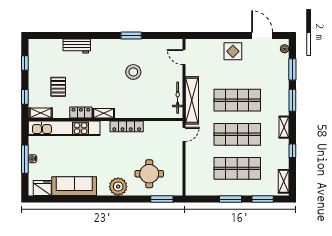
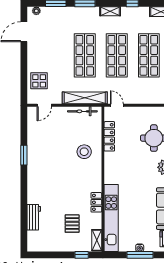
workbench: (77, 46) -> (34, 217), moved
display table: (233, 51) -> (39, 81), moved
window: (25, 63) -> (50, 255), removed
stool: (133, 72) -> (84, 152), moved
pallet: (58, 87) -> (72, 224), turned 90
shelving: (104, 113) -> (97, 181), removed
locker: (127, 126) -> (109, 136), moved

